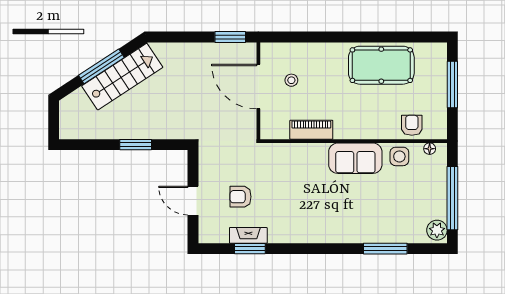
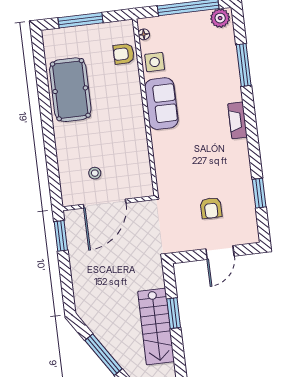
stairs: (122, 77) -> (156, 326), moved, turned -147
piano: (311, 130) -> (139, 149), removed
fireplace: (248, 235) -> (238, 120), moved

